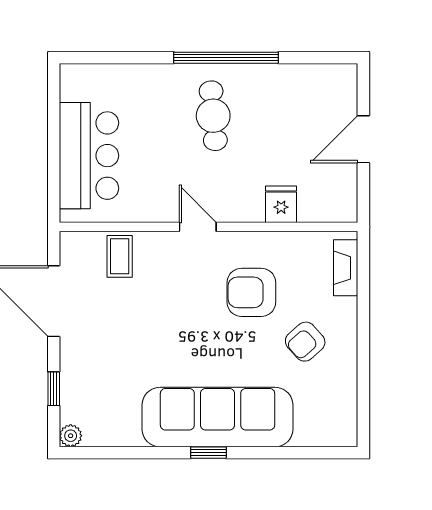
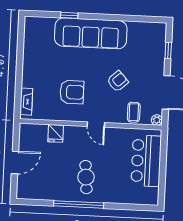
armchair: (305, 342) -> (118, 81), moved
plant: (71, 436) -> (157, 120), moved
window: (208, 453) -> (69, 15), moved

